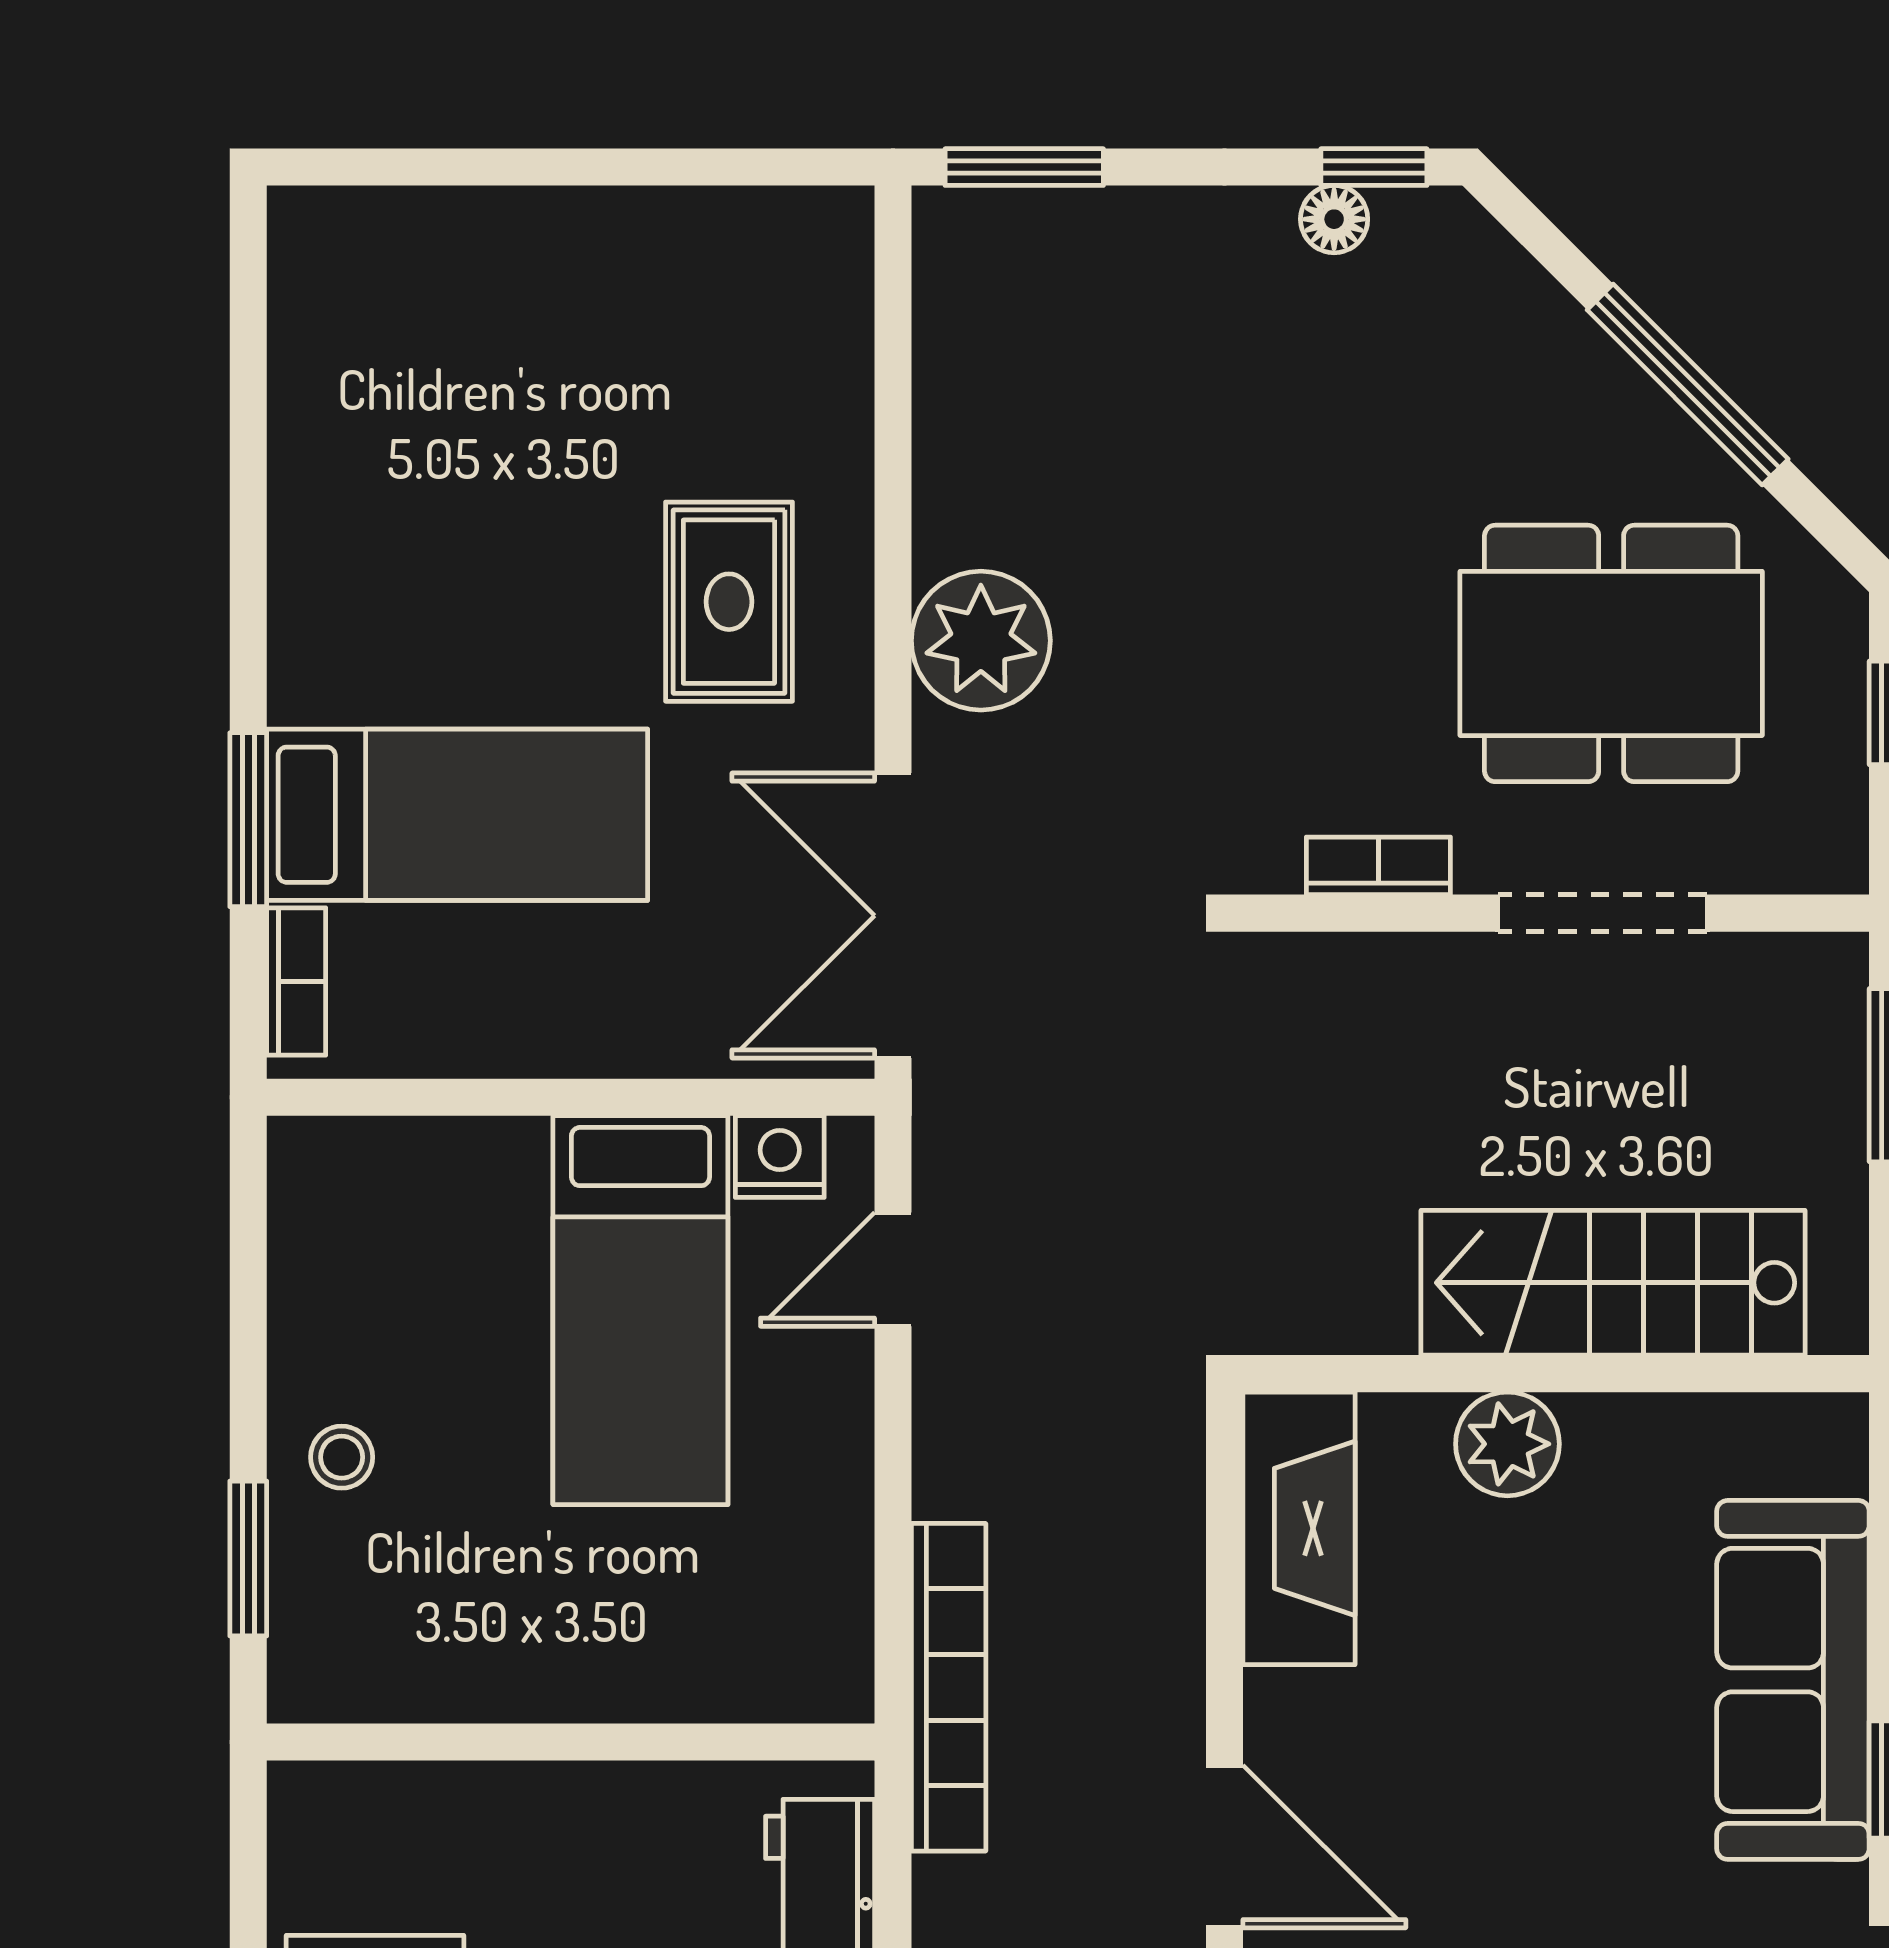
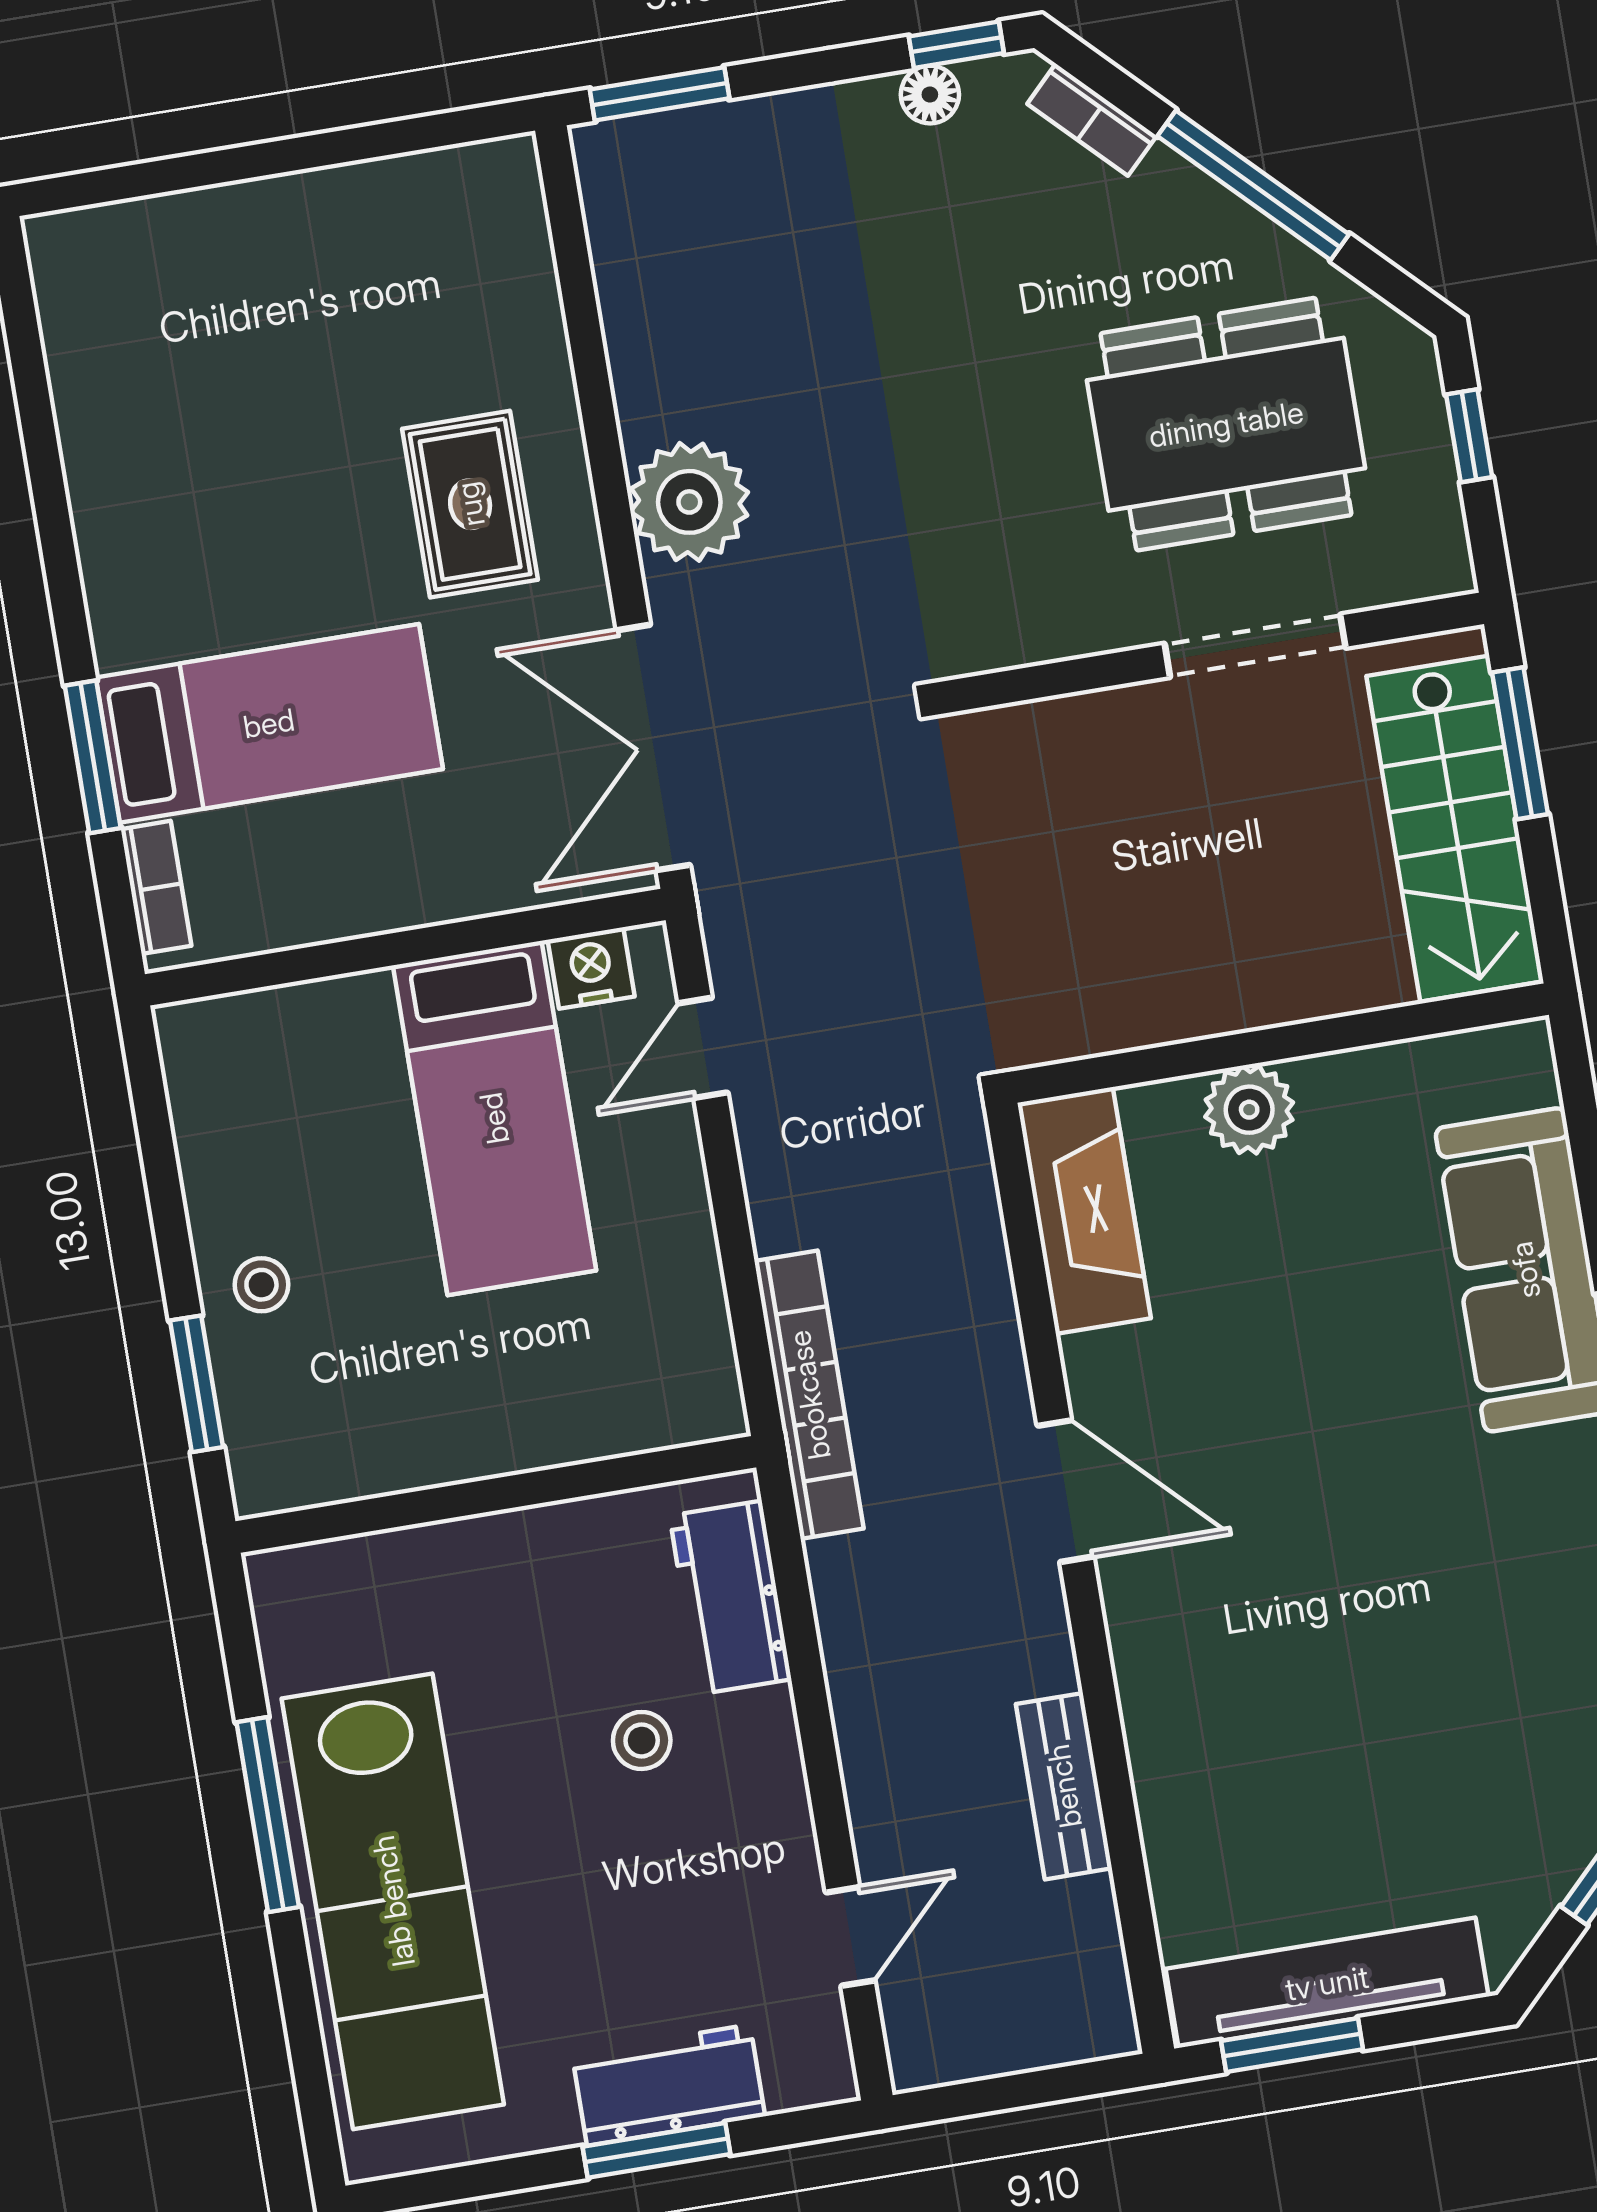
bookcase: (1378, 866) -> (1092, 120), moved, turned -135
stairs: (1613, 1283) -> (1455, 829), moved, turned -90

